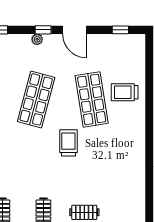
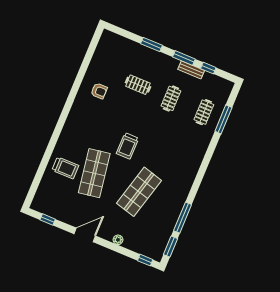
window: (43, 30) -> (110, 245), removed
door: (75, 30) -> (85, 235), hinge flipped
armchair: (123, 189) -> (99, 91), added

